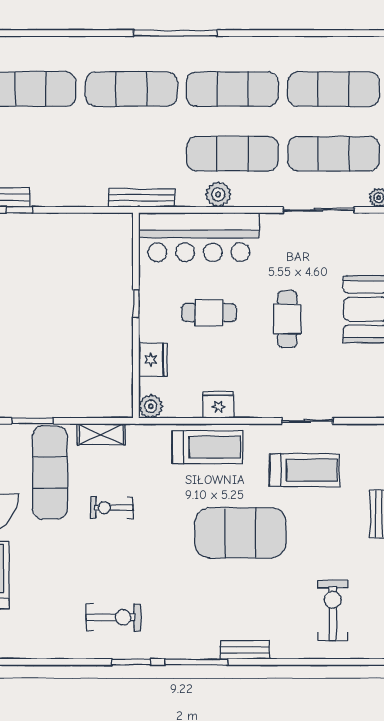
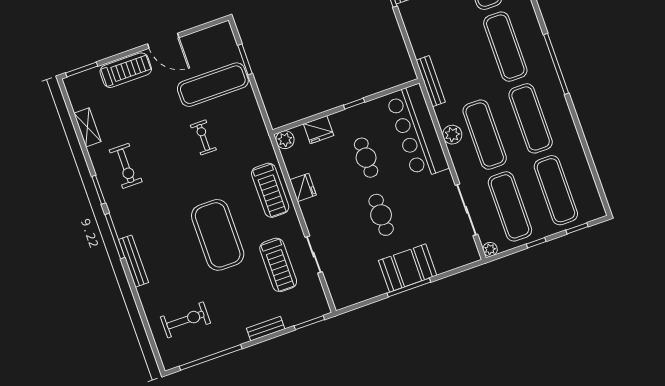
cafe table: (287, 319) -> (381, 215), turned 90
shelving: (101, 434) -> (87, 127), moved
bench: (245, 650) -> (133, 261), width x1.36

